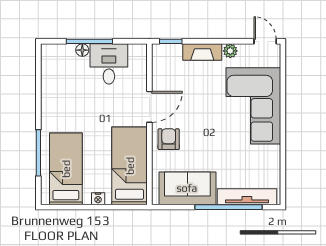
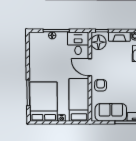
floor lamp: (165, 62) -> (98, 42), added
desk: (109, 64) -> (78, 43), moved
door: (149, 107) -> (90, 67), swing flipped
bed: (66, 169) -> (44, 102), width x1.50

